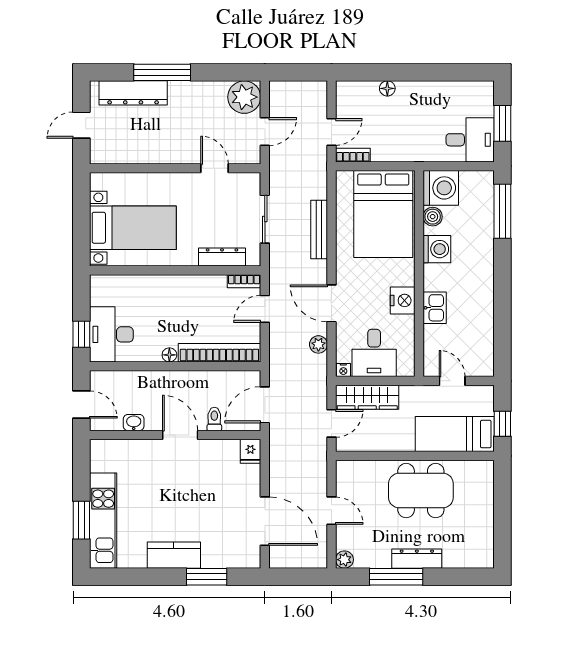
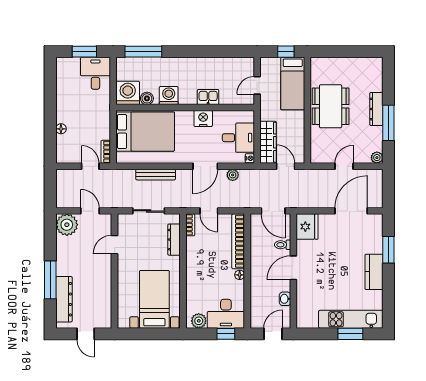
plant: (101, 294) -> (199, 321), added
fridge: (250, 451) -> (307, 227), width x1.88, depth x1.34

